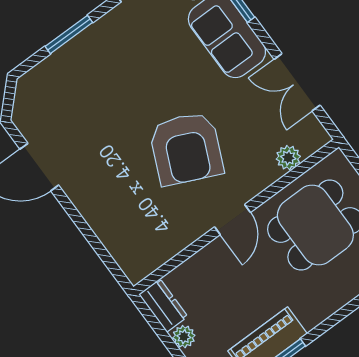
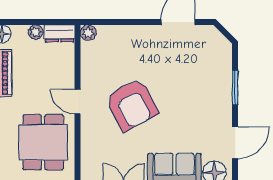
armchair: (186, 149) -> (132, 105), turned -142
plant: (288, 158) -> (88, 33), moved

